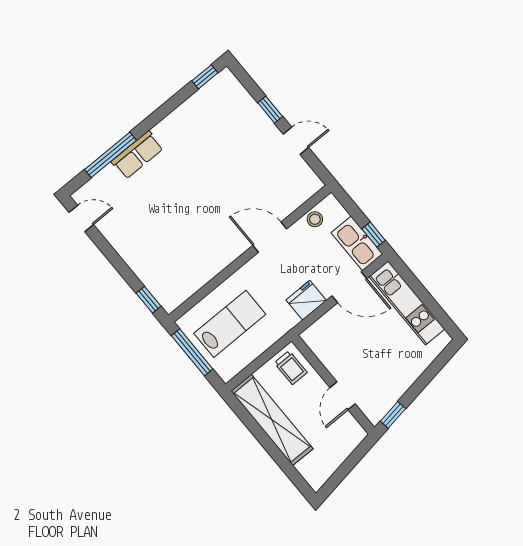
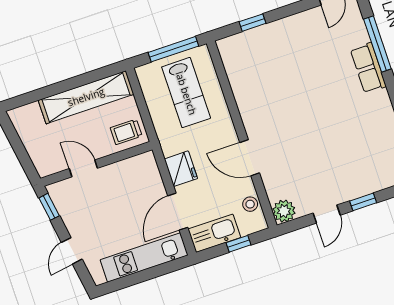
plant: (309, 184) -> (284, 211), added
window: (374, 235) -> (238, 244), moved
door: (270, 237) -> (250, 158), swing flipped
window: (148, 300) -> (252, 23), moved
door: (427, 376) -> (72, 251), added

